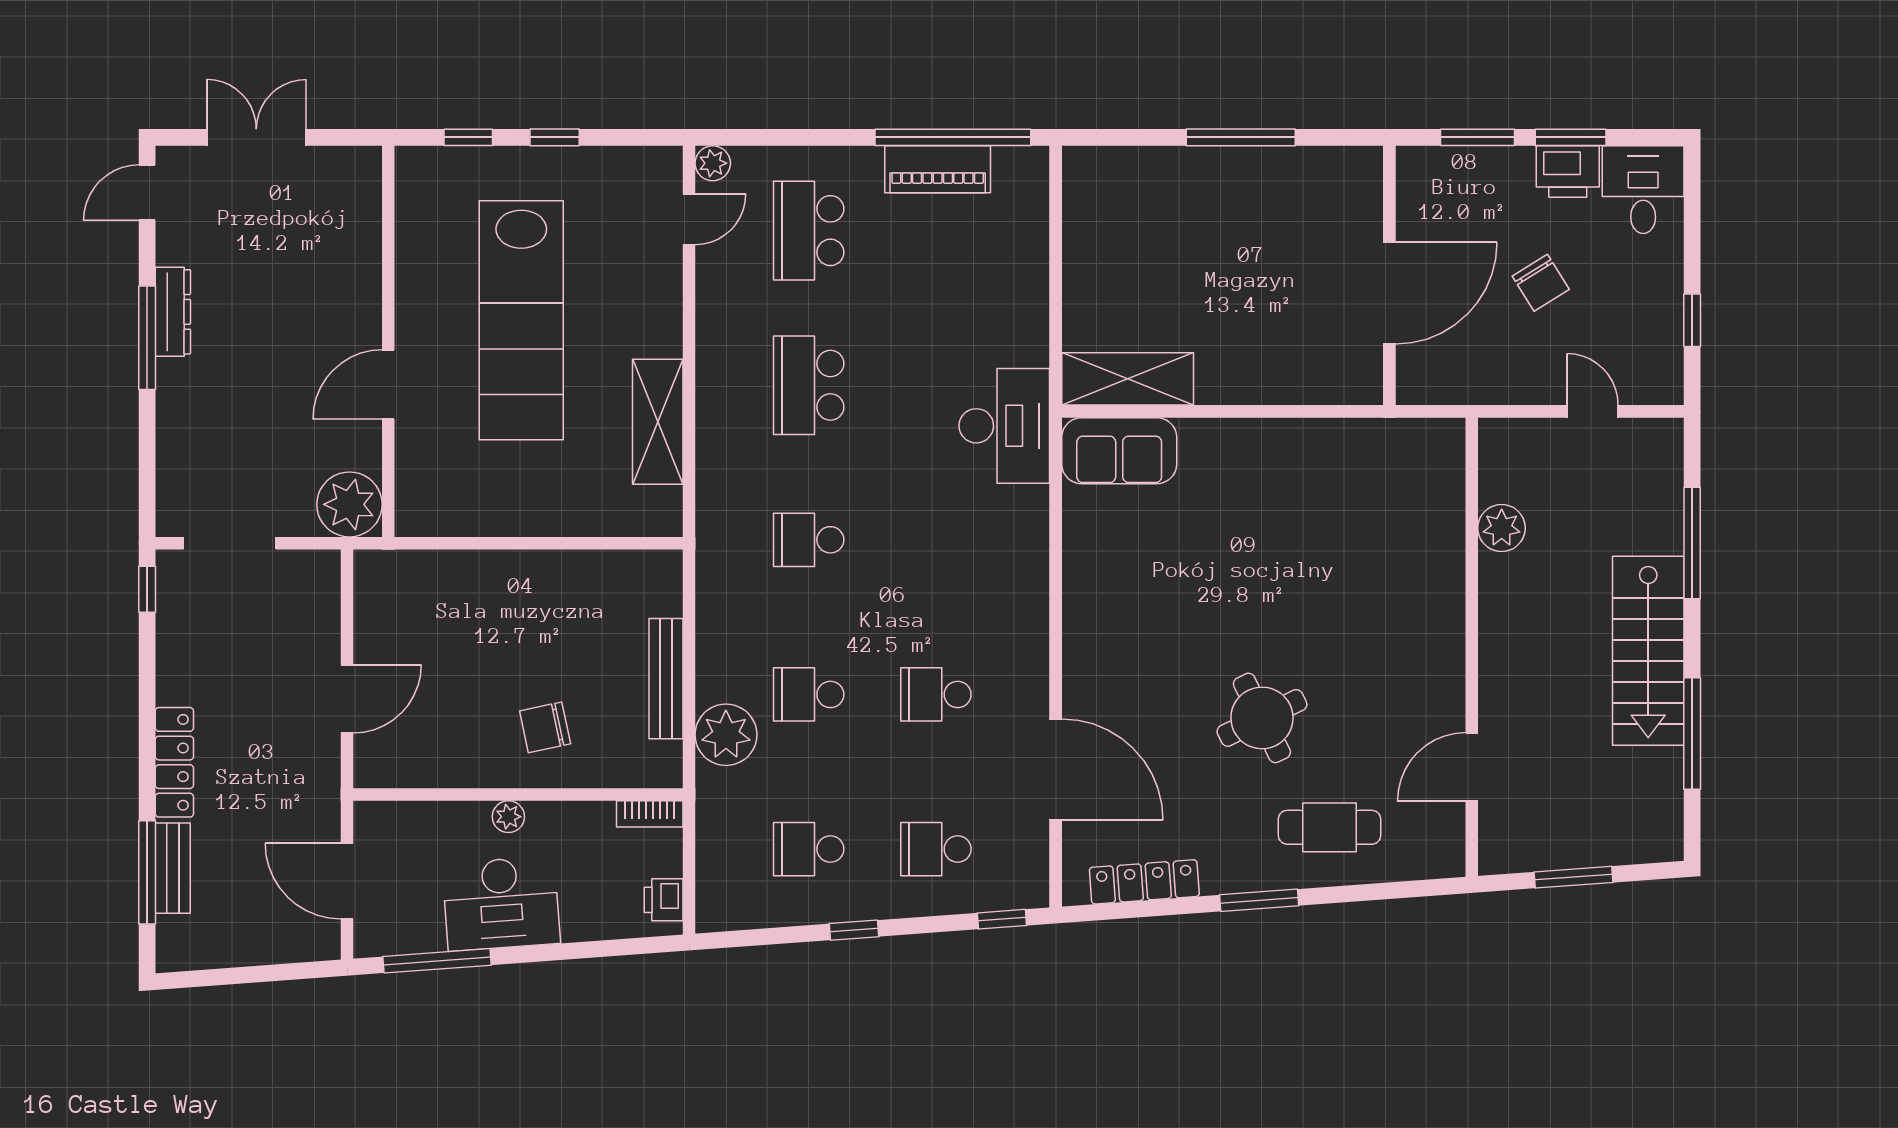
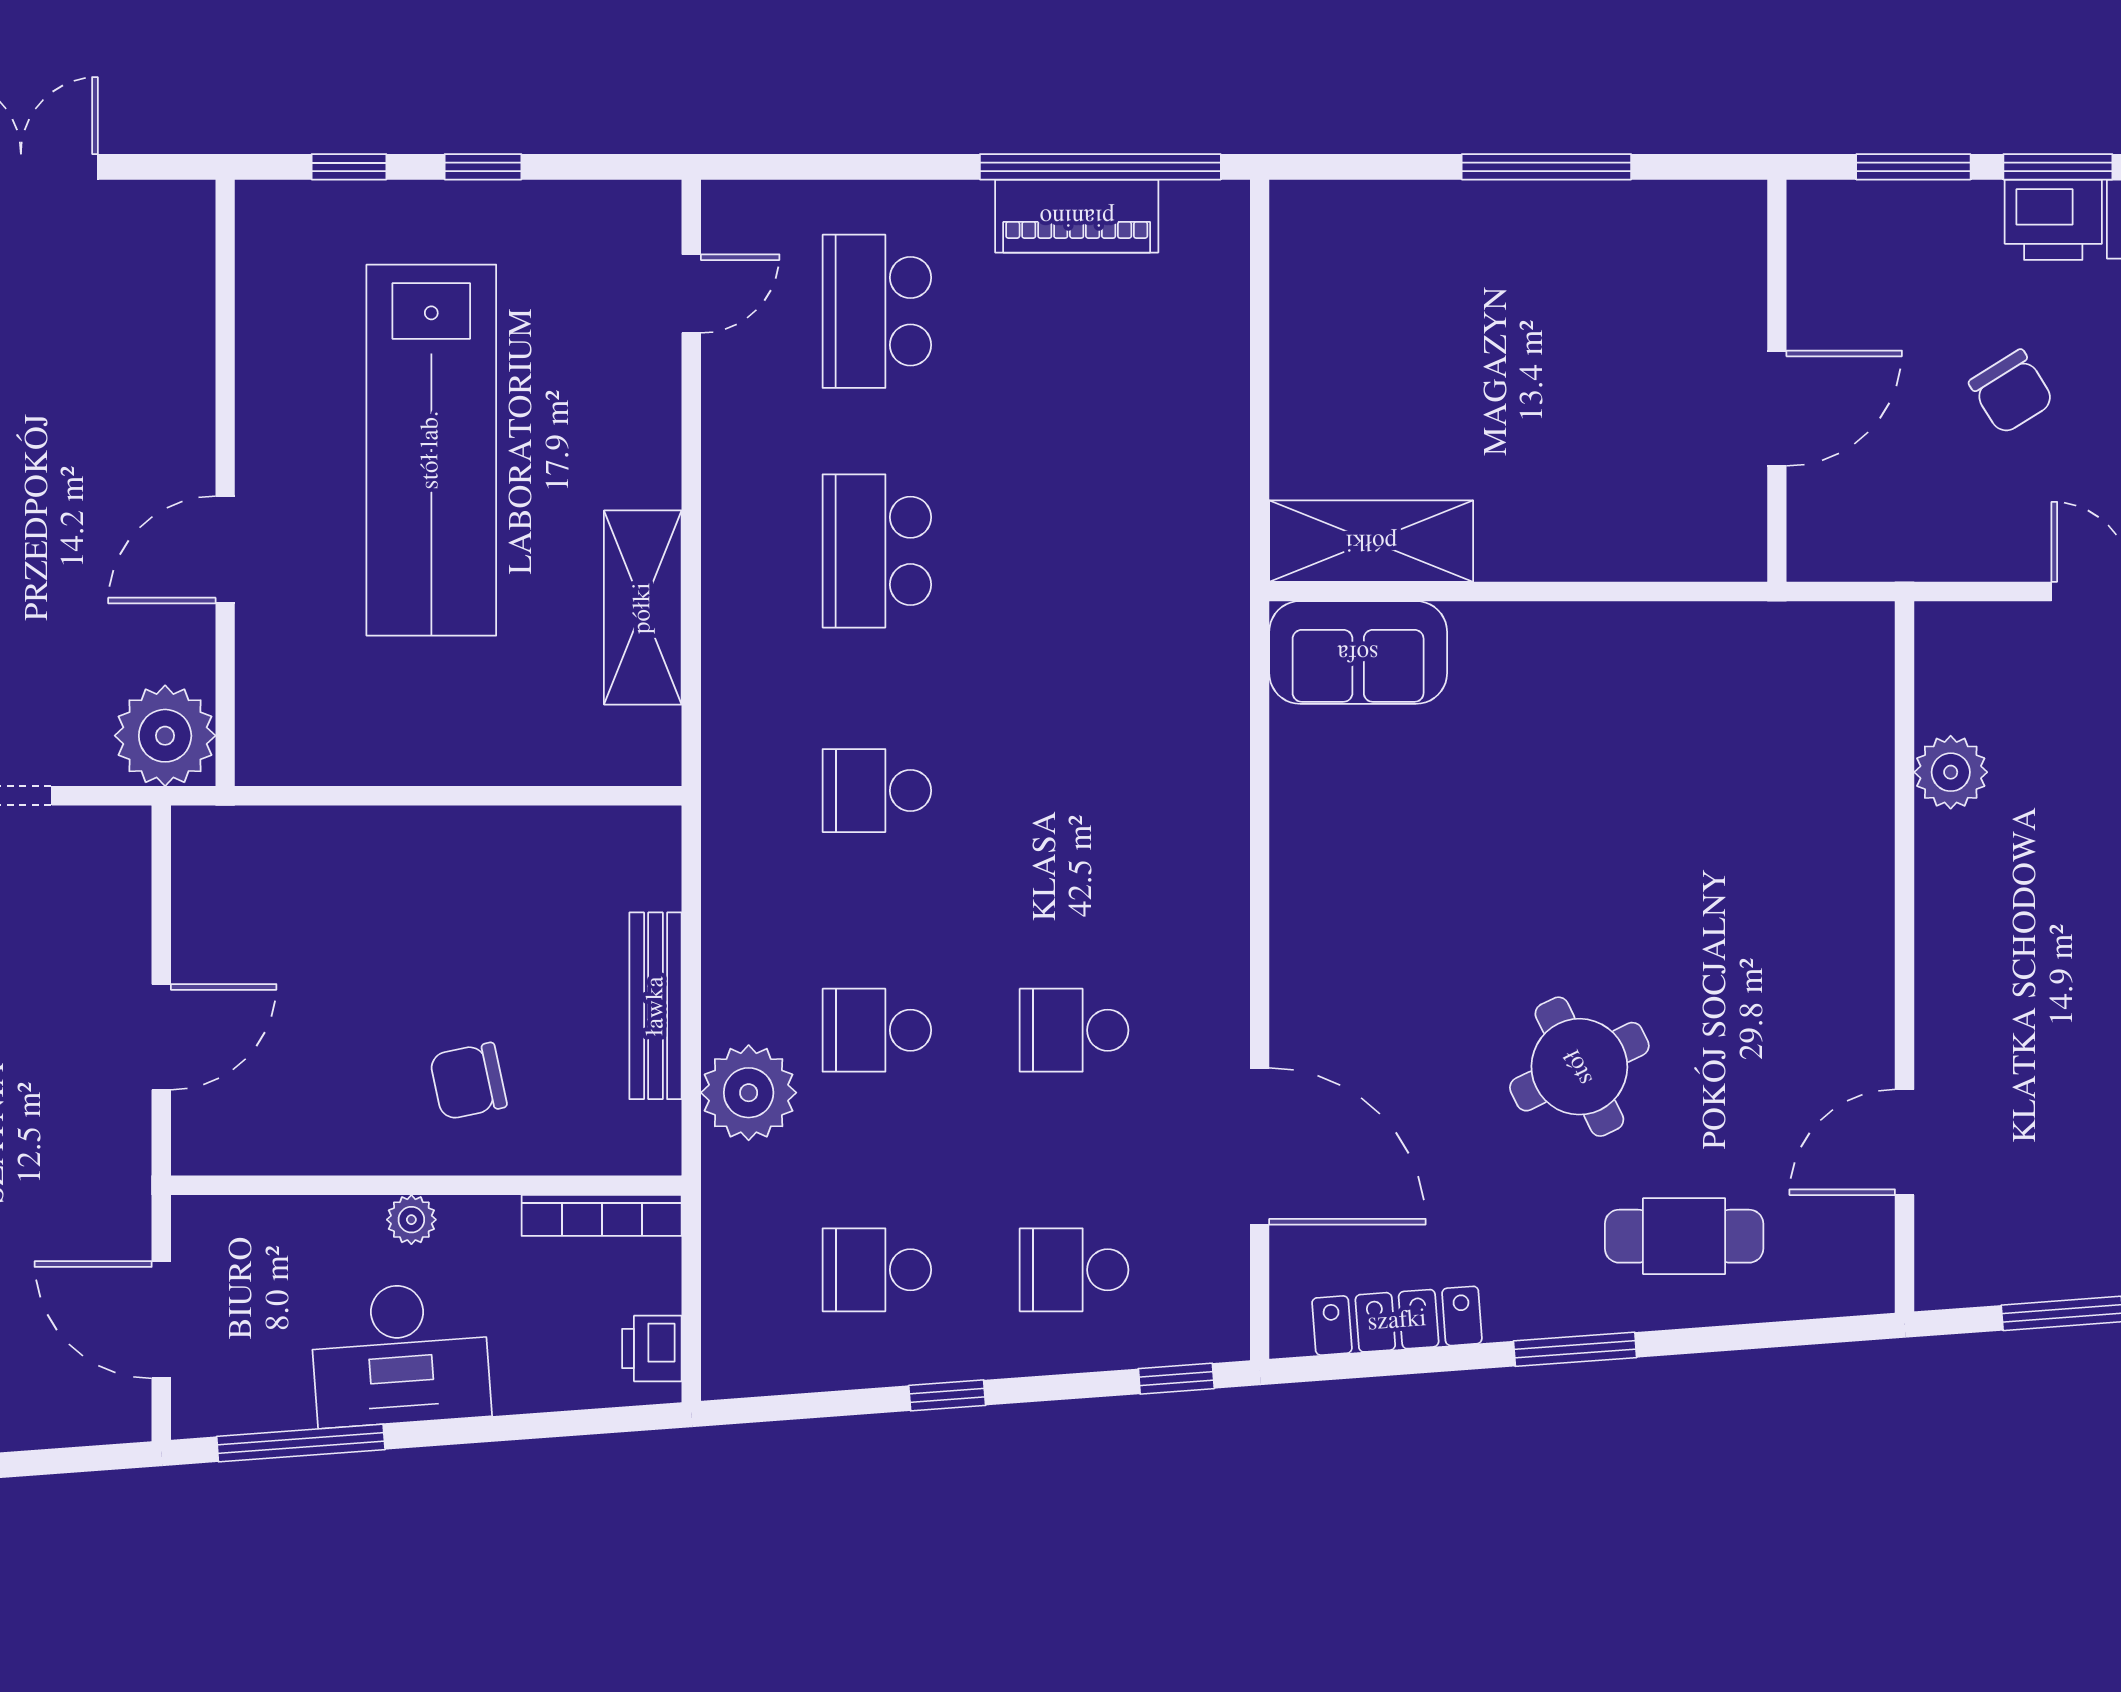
plant: (713, 163) -> (728, 207), removed
door: (1389, 293) -> (1777, 408), width x0.73
desk: (1004, 426) -> (1180, 614), removed
bookcase: (650, 814) -> (602, 1215), width x1.56

